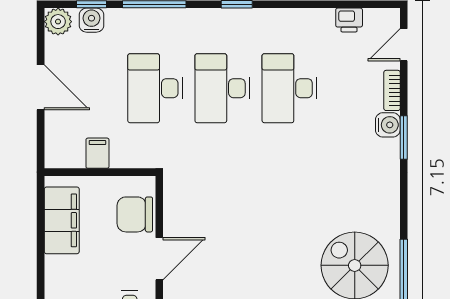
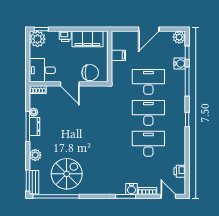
water cooler: (91, 20) -> (180, 63), moved
chair: (135, 214) -> (90, 73), turned 90
printer: (56, 269) -> (65, 36), added

